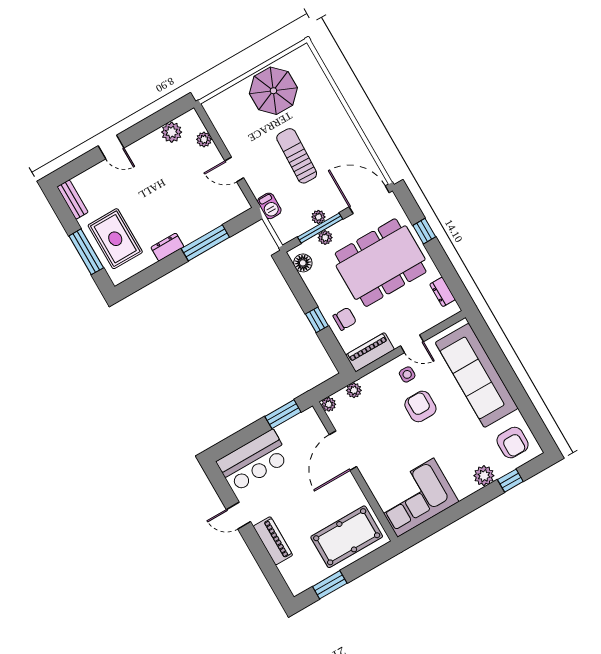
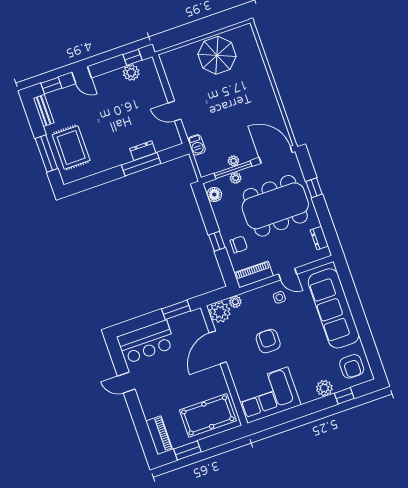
window: (170, 113) -> (133, 57), added
plant: (204, 139) -> (155, 83), removed
sun lounger: (297, 156) -> (226, 110), removed
window: (76, 167) -> (51, 86), added
dresser: (167, 247) -> (143, 151), moved
plant: (329, 404) -> (220, 312), width x1.87, depth x1.87
armchair: (420, 406) -> (268, 341), moved
piano: (273, 541) -> (159, 435), moved

